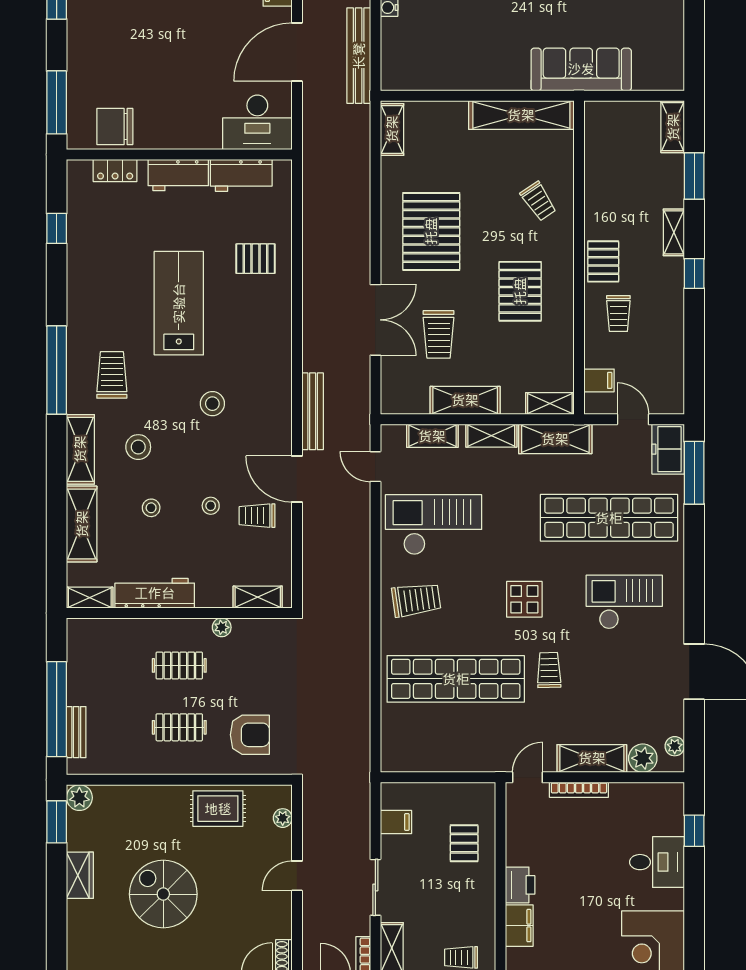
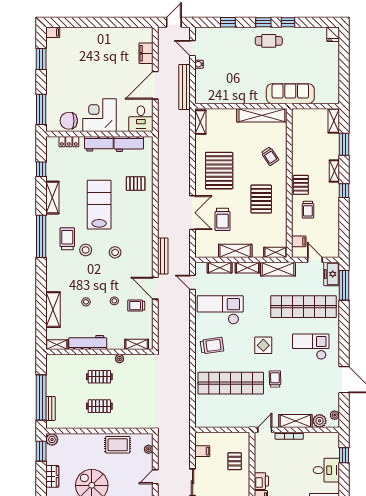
corner desk: (180, 115) -> (100, 115), added
desk: (257, 122) -> (141, 119), width x0.73
stool: (138, 447) -> (86, 250), moved
shelving: (80, 449) -> (52, 198), moved
armchair: (250, 735) -> (133, 410), removed

